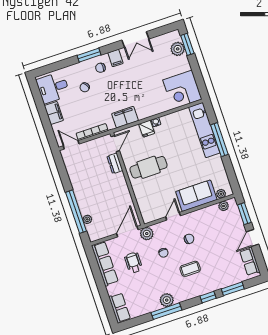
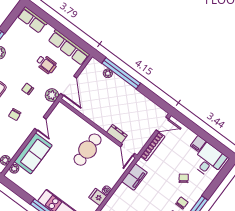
filing cabinet: (54, 113) -> (198, 143), width x0.50
fridge: (147, 129) -> (98, 197), moved

